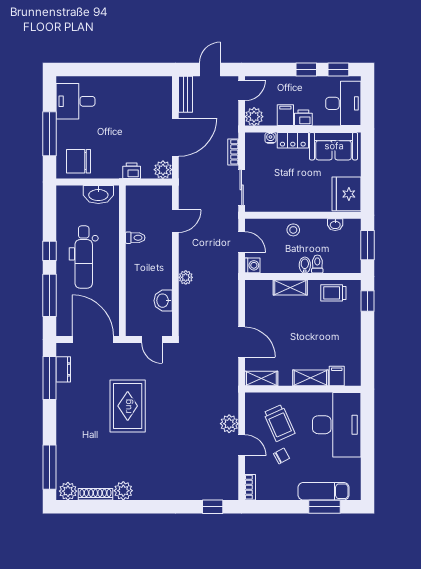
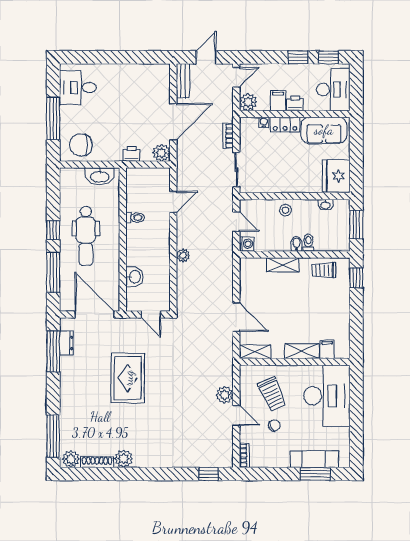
washbasin: (163, 301) -> (134, 277), moved, turned 180

